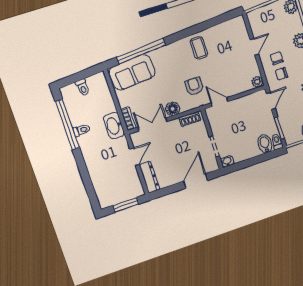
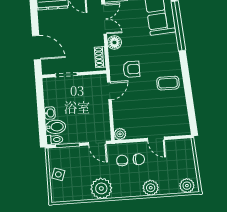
washbasin: (227, 161) -> (50, 113), moved

